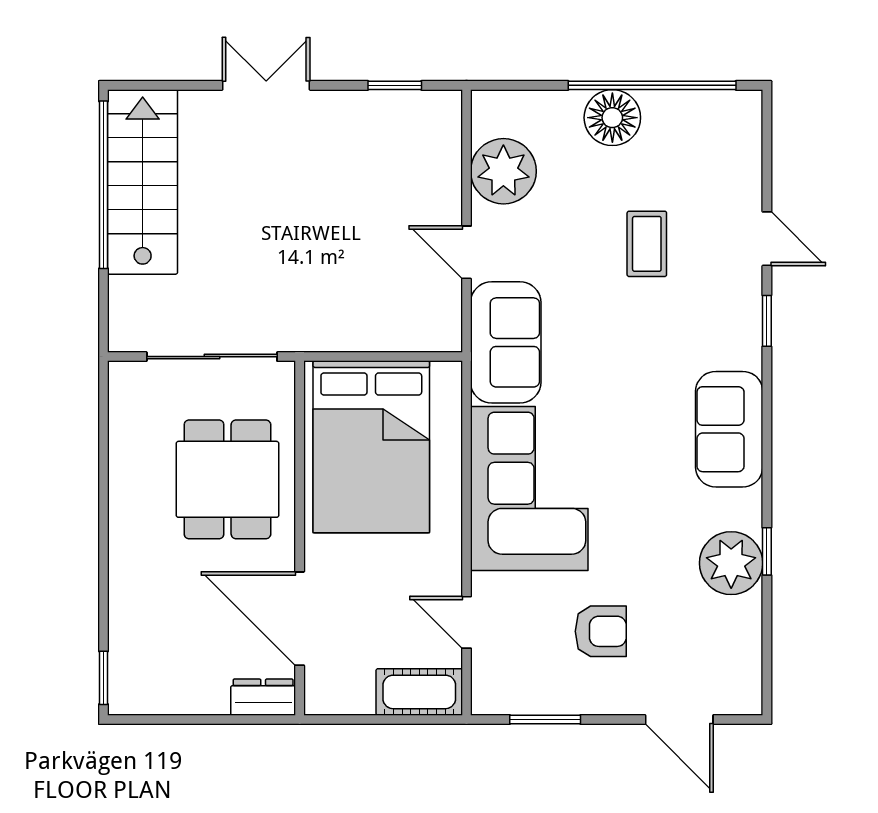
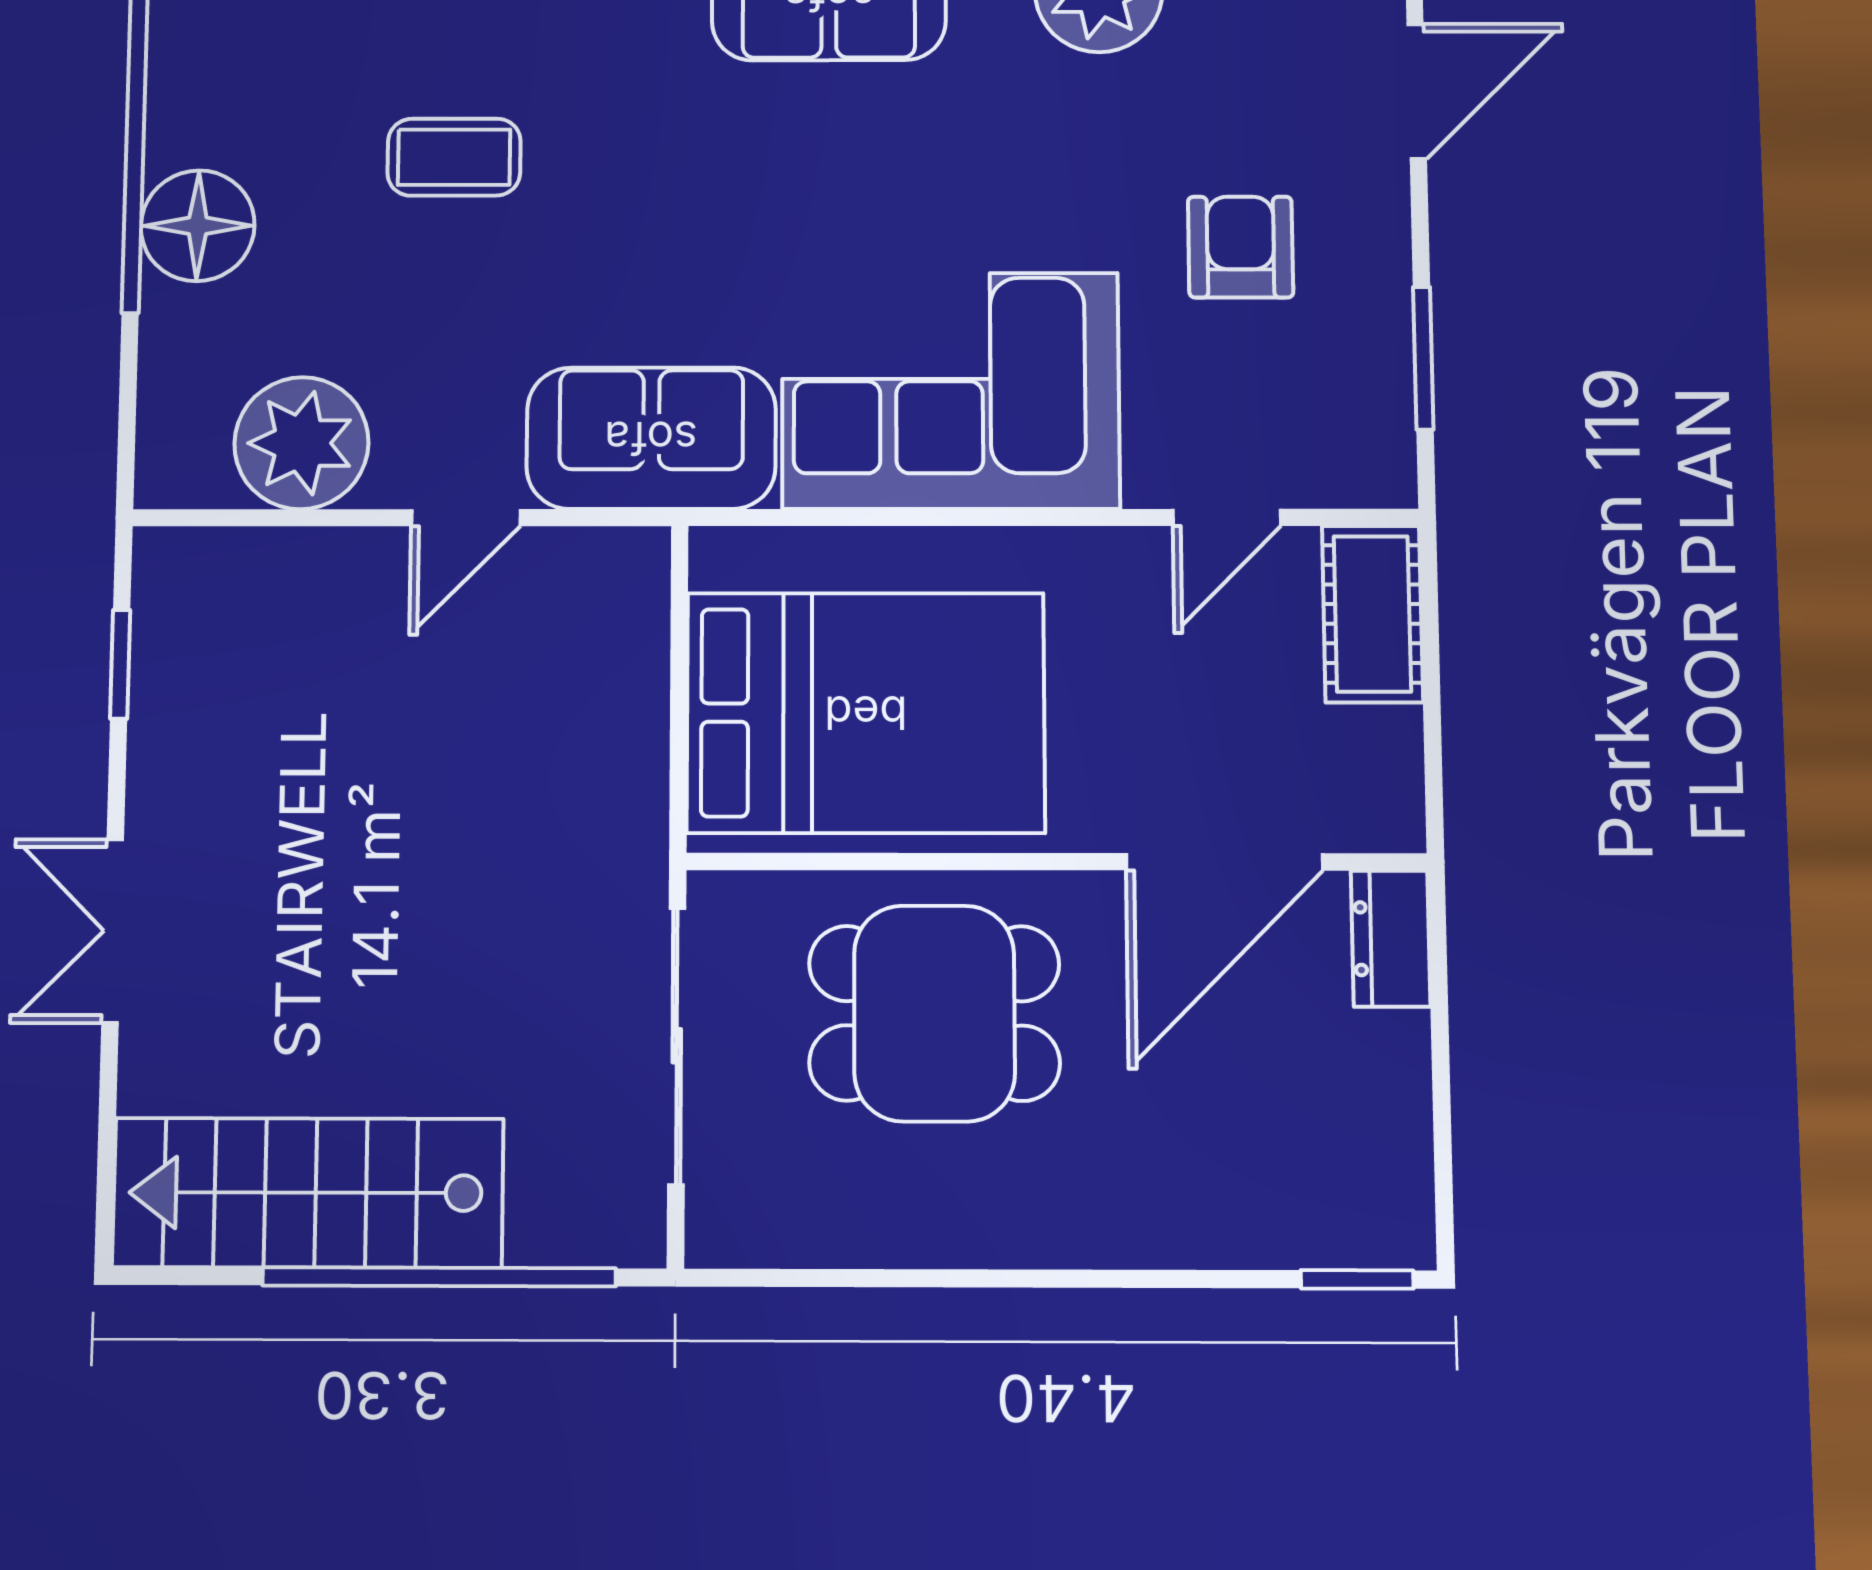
window: (104, 185) -> (439, 1277), moved

